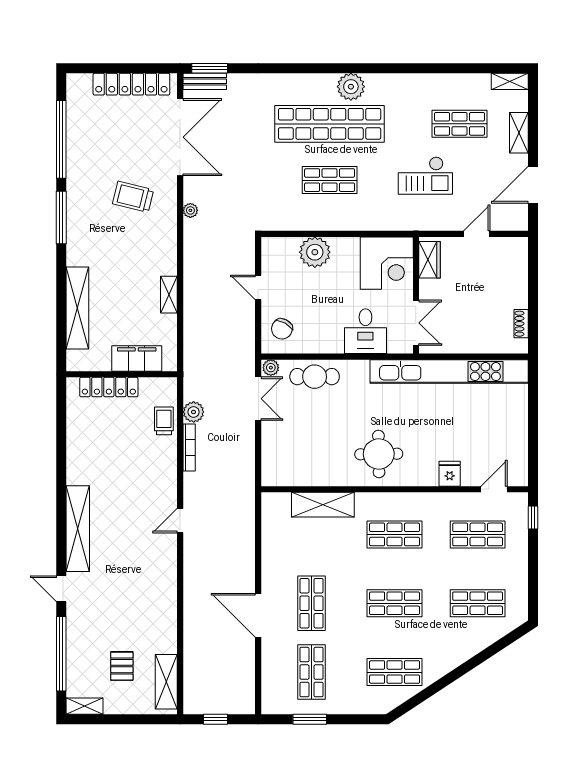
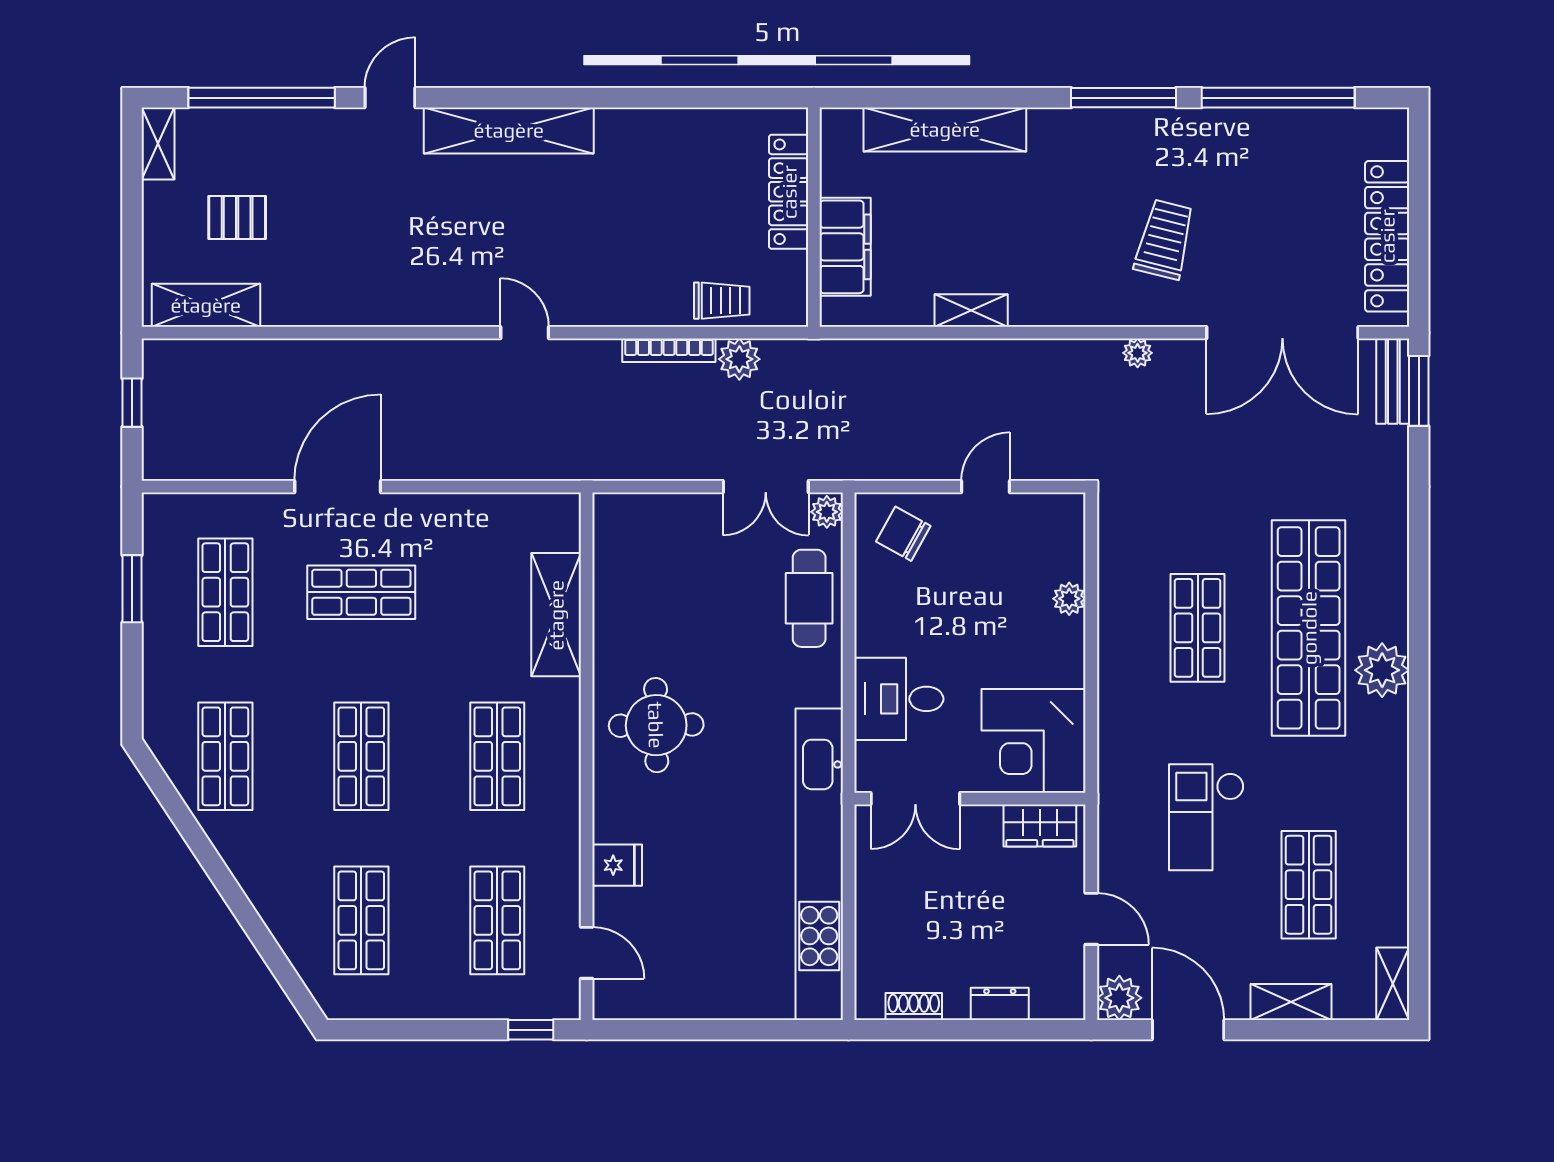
plant: (517, 220) -> (1119, 998), added
plant: (315, 252) -> (1069, 599), width x0.53, depth x0.53
dresser: (520, 280) -> (1000, 1004), added
shop shelf: (312, 672) -> (225, 592), turned 90

